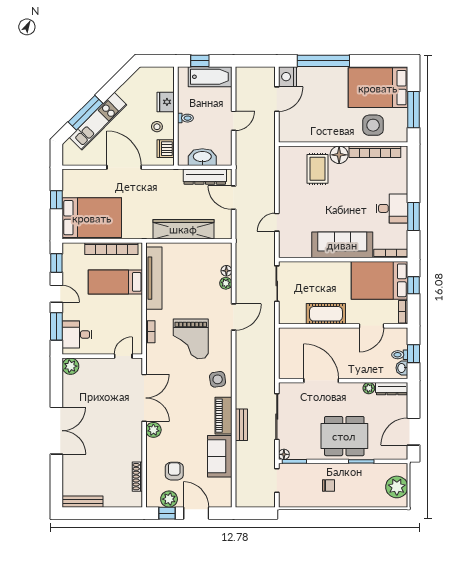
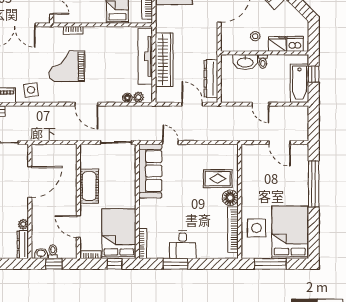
nightstand: (287, 77) -> (300, 152), removed
dishwasher: (166, 149) -> (295, 44), moved
washbasin: (202, 157) -> (245, 62), moved, turned 90
door: (234, 198) -> (192, 104), hinge flipped
sofa: (342, 245) -> (150, 171), moved
tv unit: (154, 278) -> (145, 56), moved, turned 90
plant: (226, 283) -> (138, 97), moved

